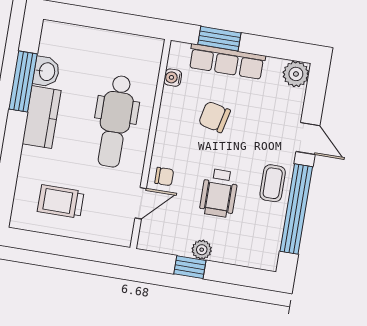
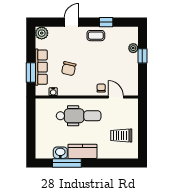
wheelchair: (219, 193) -> (105, 61), removed
trolley: (61, 201) -> (121, 136), turned 90
window: (296, 209) -> (106, 22), width x0.32
plant: (202, 250) -> (133, 48), moved
window: (190, 267) -> (142, 56), moved

